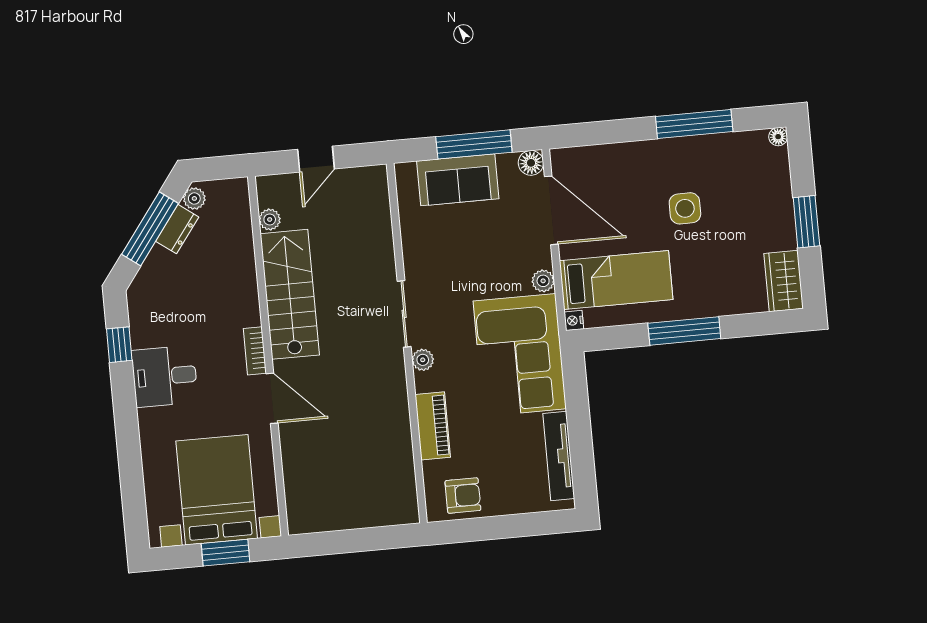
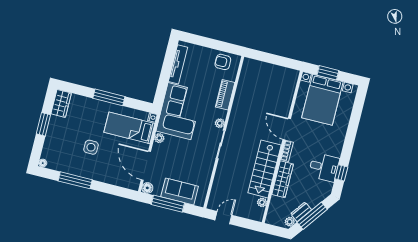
door: (316, 159) -> (223, 218), moved
wardrobe: (243, 286) -> (283, 179), added
desk: (165, 376) -> (324, 167), moved

